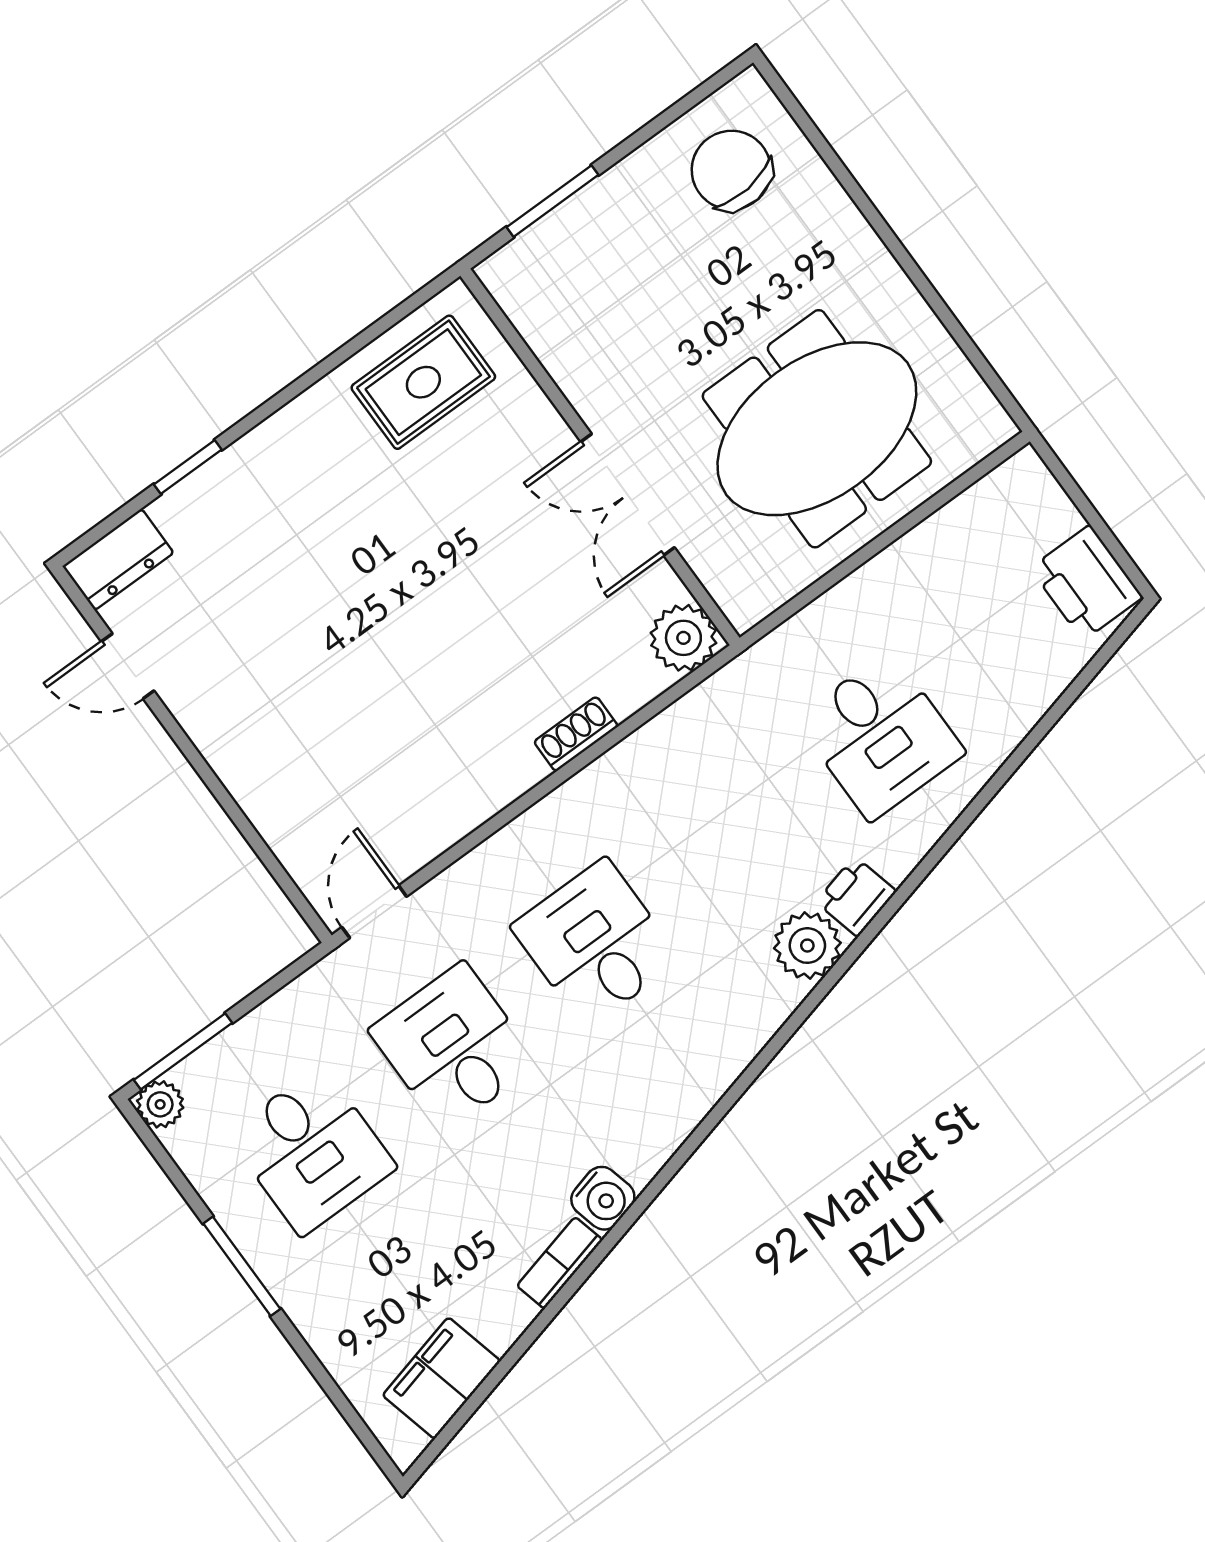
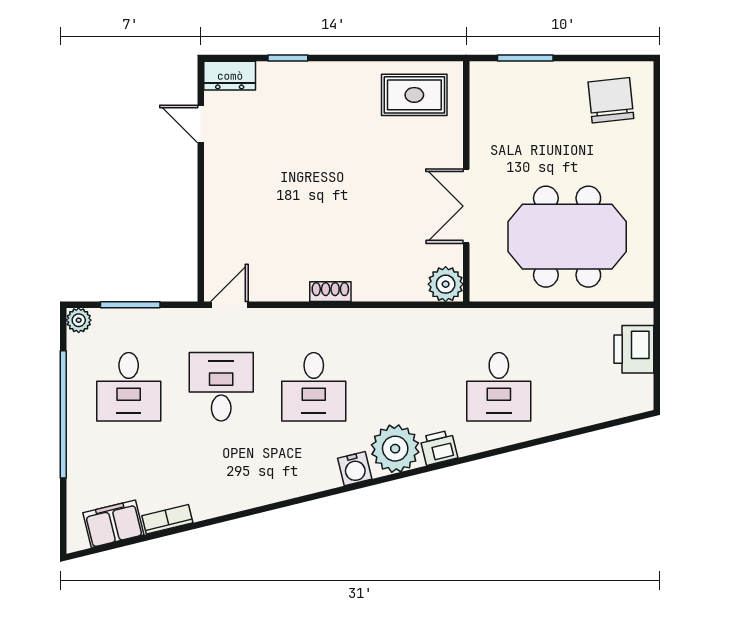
printer: (1086, 583) -> (634, 349), moved
shoe rack: (576, 734) -> (330, 292), moved
desk: (596, 943) -> (314, 387), turned 180
plant: (807, 946) -> (395, 449), width x1.36, depth x1.36
window: (183, 1051) -> (130, 305), moved
water cooler: (603, 1198) -> (355, 469), moved
bookcase: (560, 1263) -> (167, 519), moved
window: (242, 1266) -> (63, 414), width x2.11

